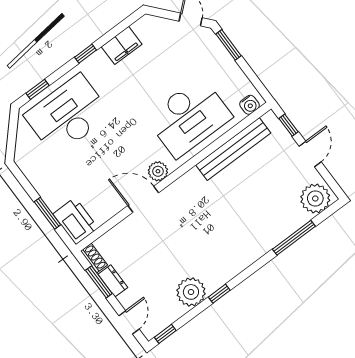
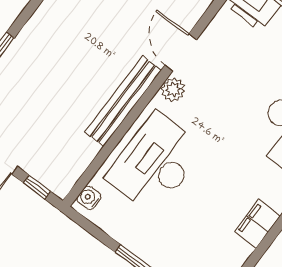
bench: (233, 149) -> (123, 101), moved
door: (143, 199) -> (181, 52), swing flipped

